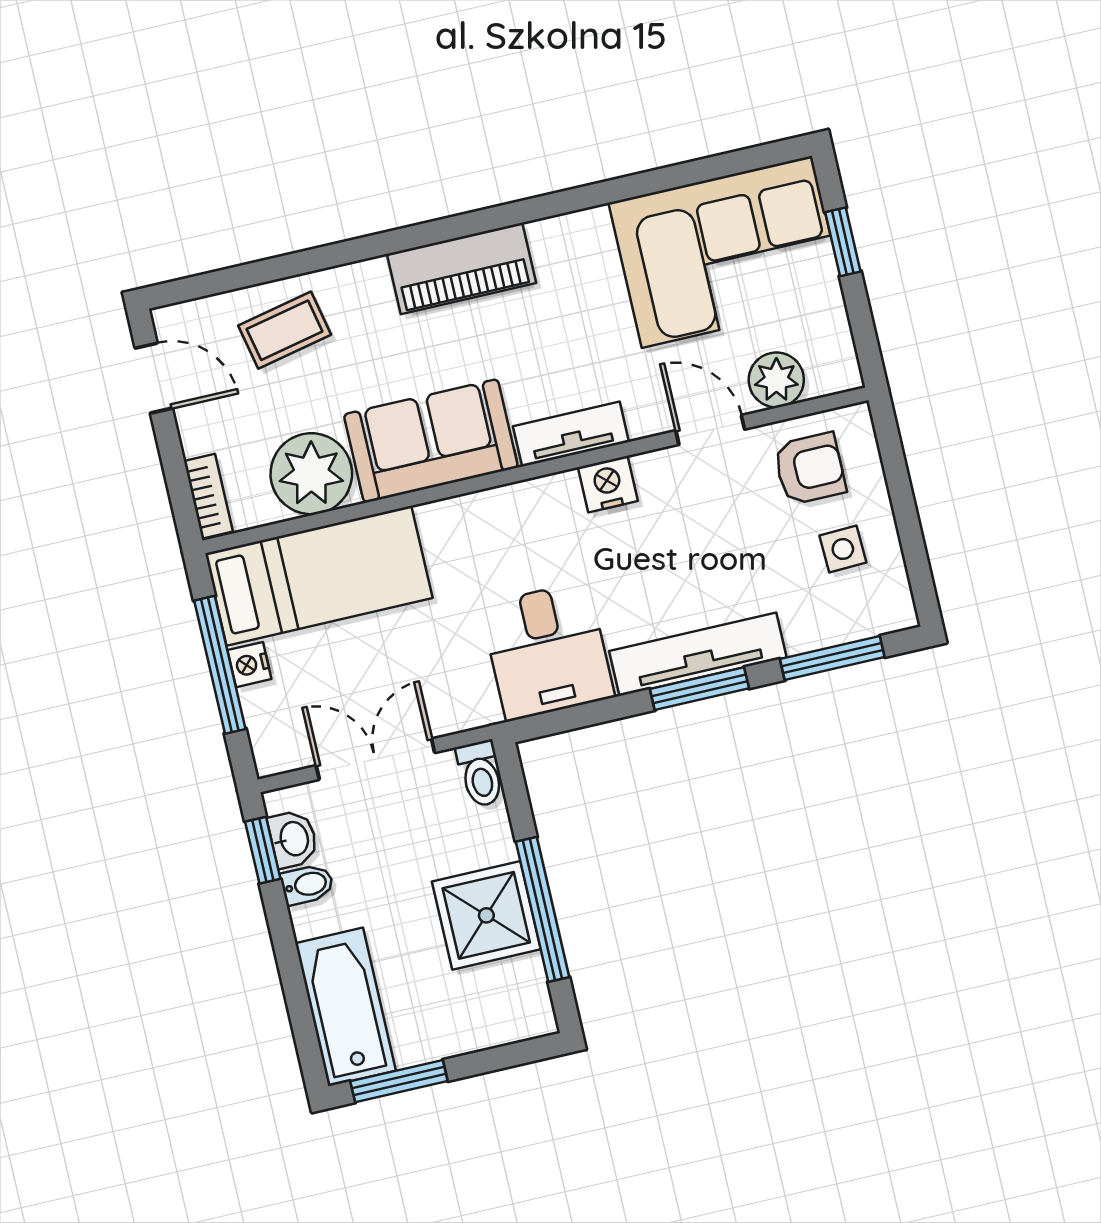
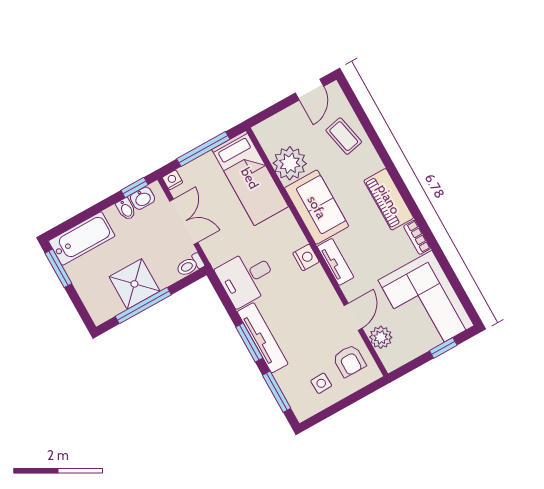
nightstand: (608, 484) -> (306, 257), moved
bookcase: (208, 496) -> (417, 237), moved, turned 90
nightstand: (249, 665) -> (172, 180), moved

